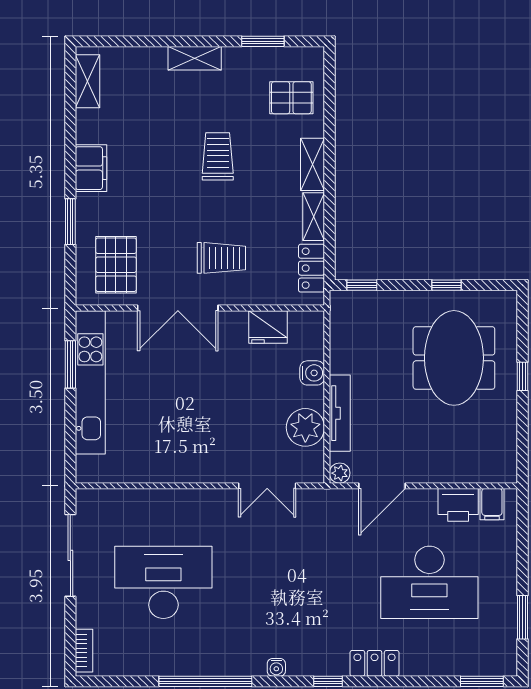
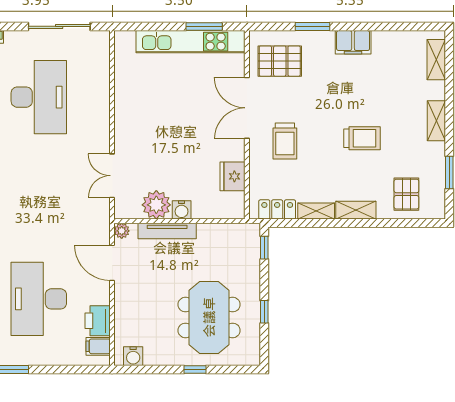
shelving: (87, 81) -> (436, 60), moved, turned 90
meeting table: (454, 358) -> (209, 317), turned 90
water cooler: (312, 373) -> (182, 210), moved
water cooler: (505, 458) -> (133, 356), added

